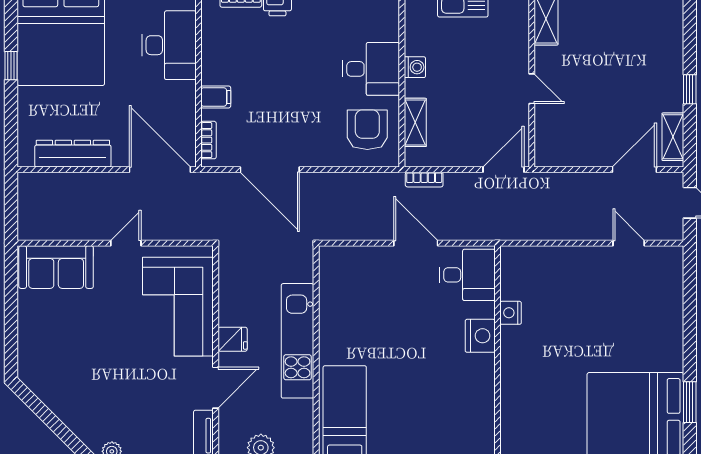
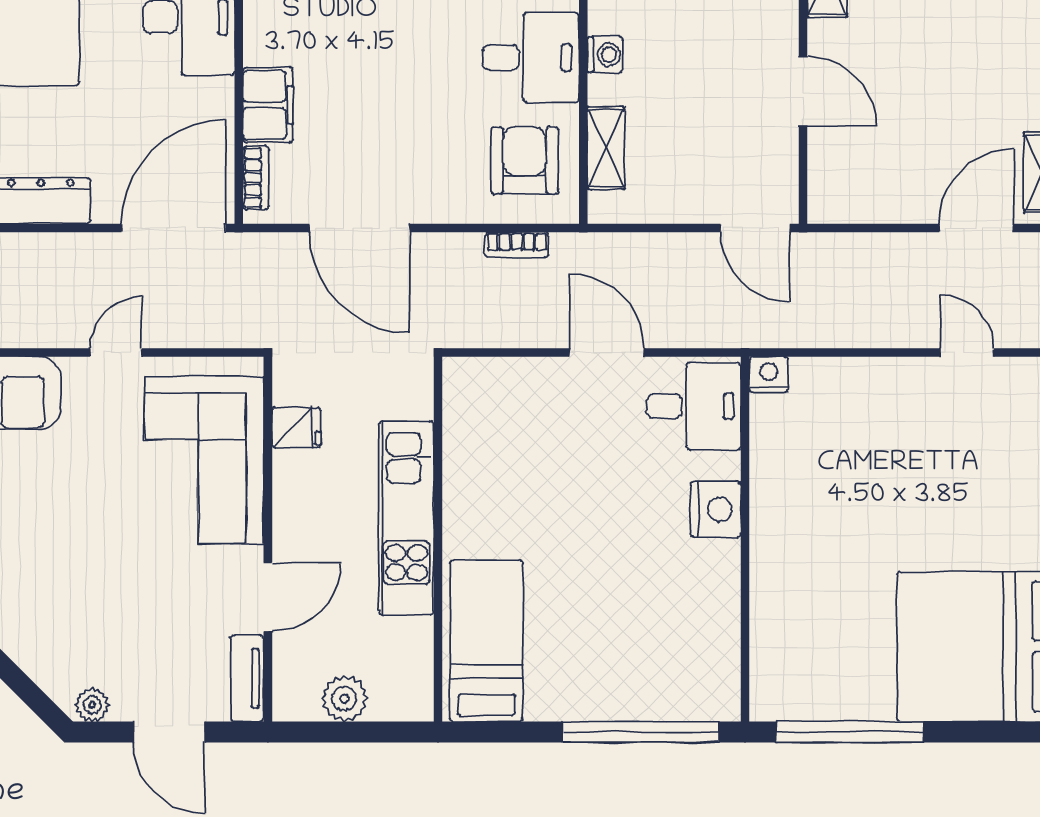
door: (532, 89) -> (803, 91), width x1.38
filing cabinet: (216, 97) -> (268, 105), width x2.00
door: (160, 170) -> (174, 228), hinge flipped
door: (503, 170) -> (755, 228), swing flipped
bookcase: (424, 180) -> (517, 245), moved
nightstand: (511, 313) -> (769, 375), moved, turned 90
fridge: (233, 339) -> (297, 428), moved

